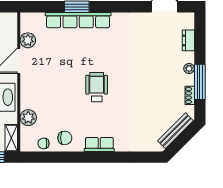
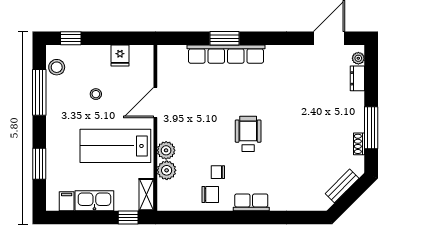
plant: (28, 40) -> (166, 150), moved
plant: (189, 69) -> (358, 58), moved
bench: (175, 131) -> (342, 186), width x0.73
chair: (43, 143) -> (218, 172), moved

